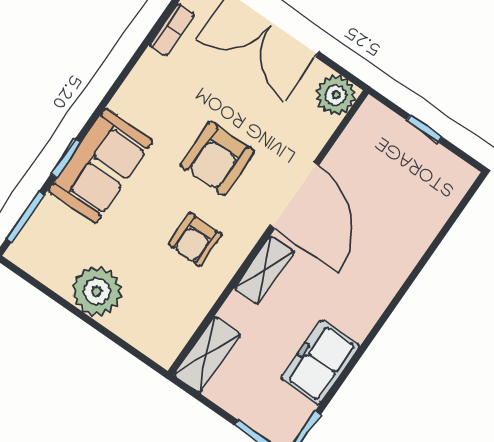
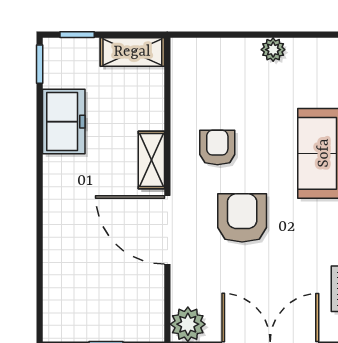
plant: (97, 291) -> (273, 50), width x0.53, depth x0.53
shelving: (207, 355) -> (132, 52), moved, turned 90

